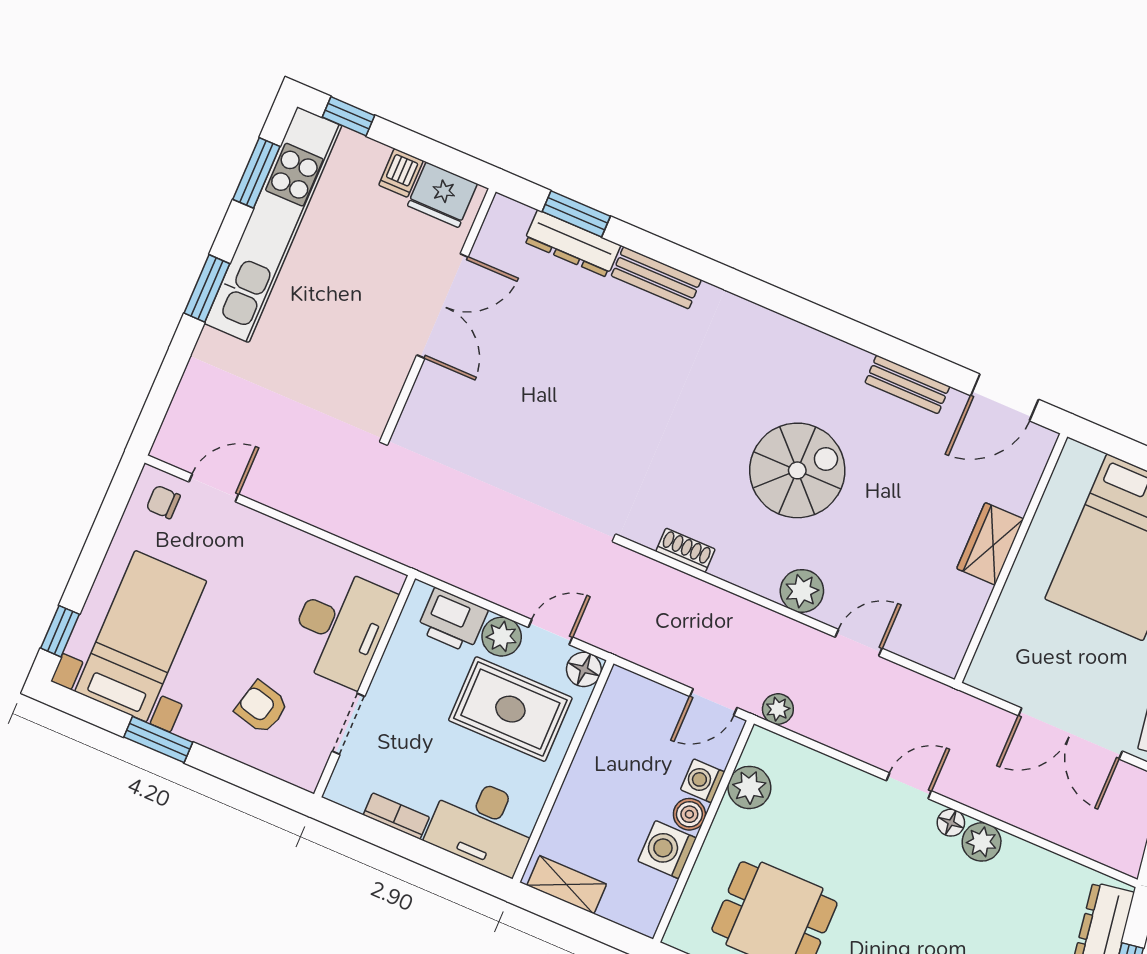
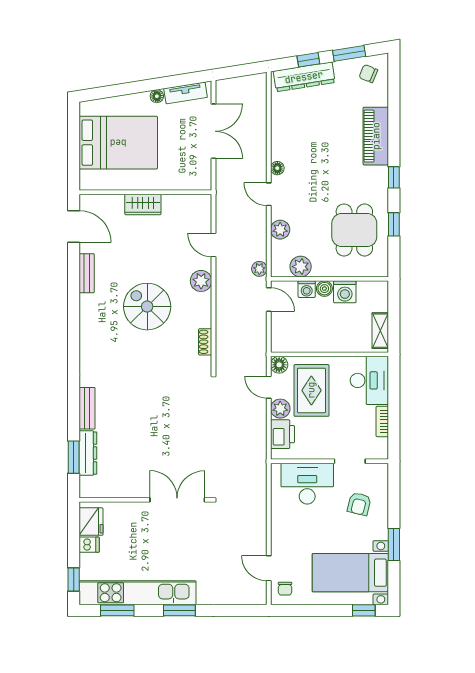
double door: (442, 306) -> (177, 500), moved
plant: (982, 842) -> (280, 230), moved

